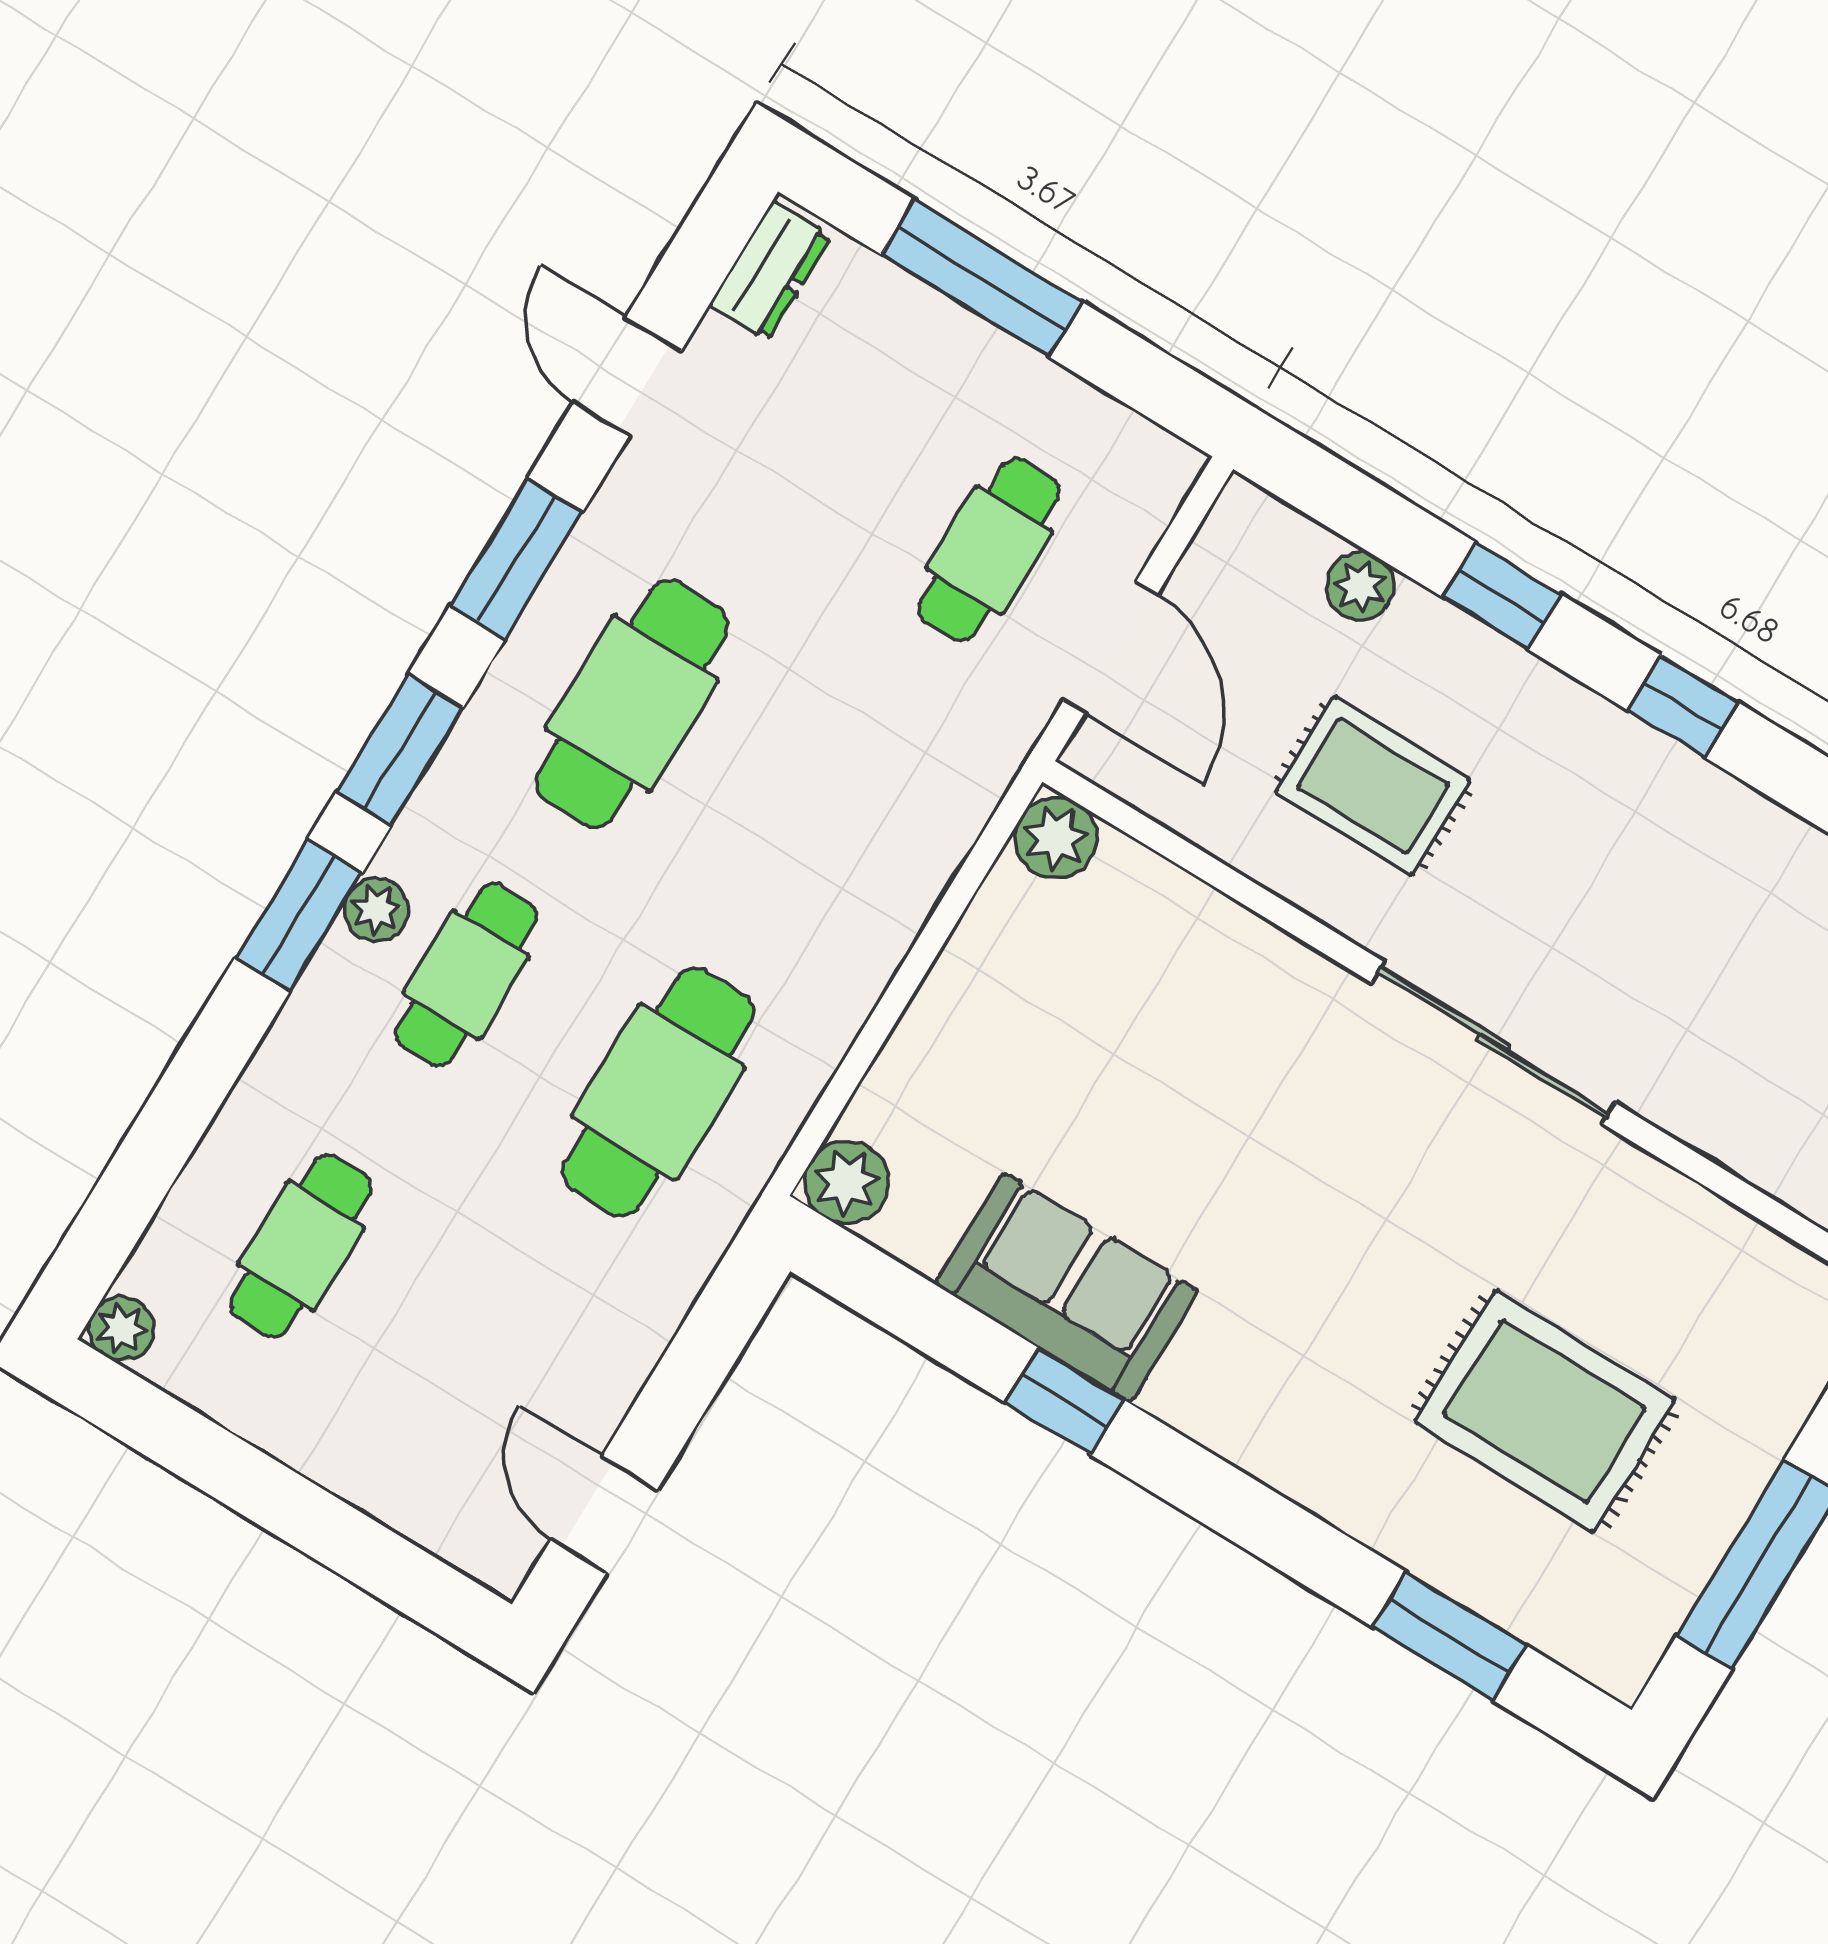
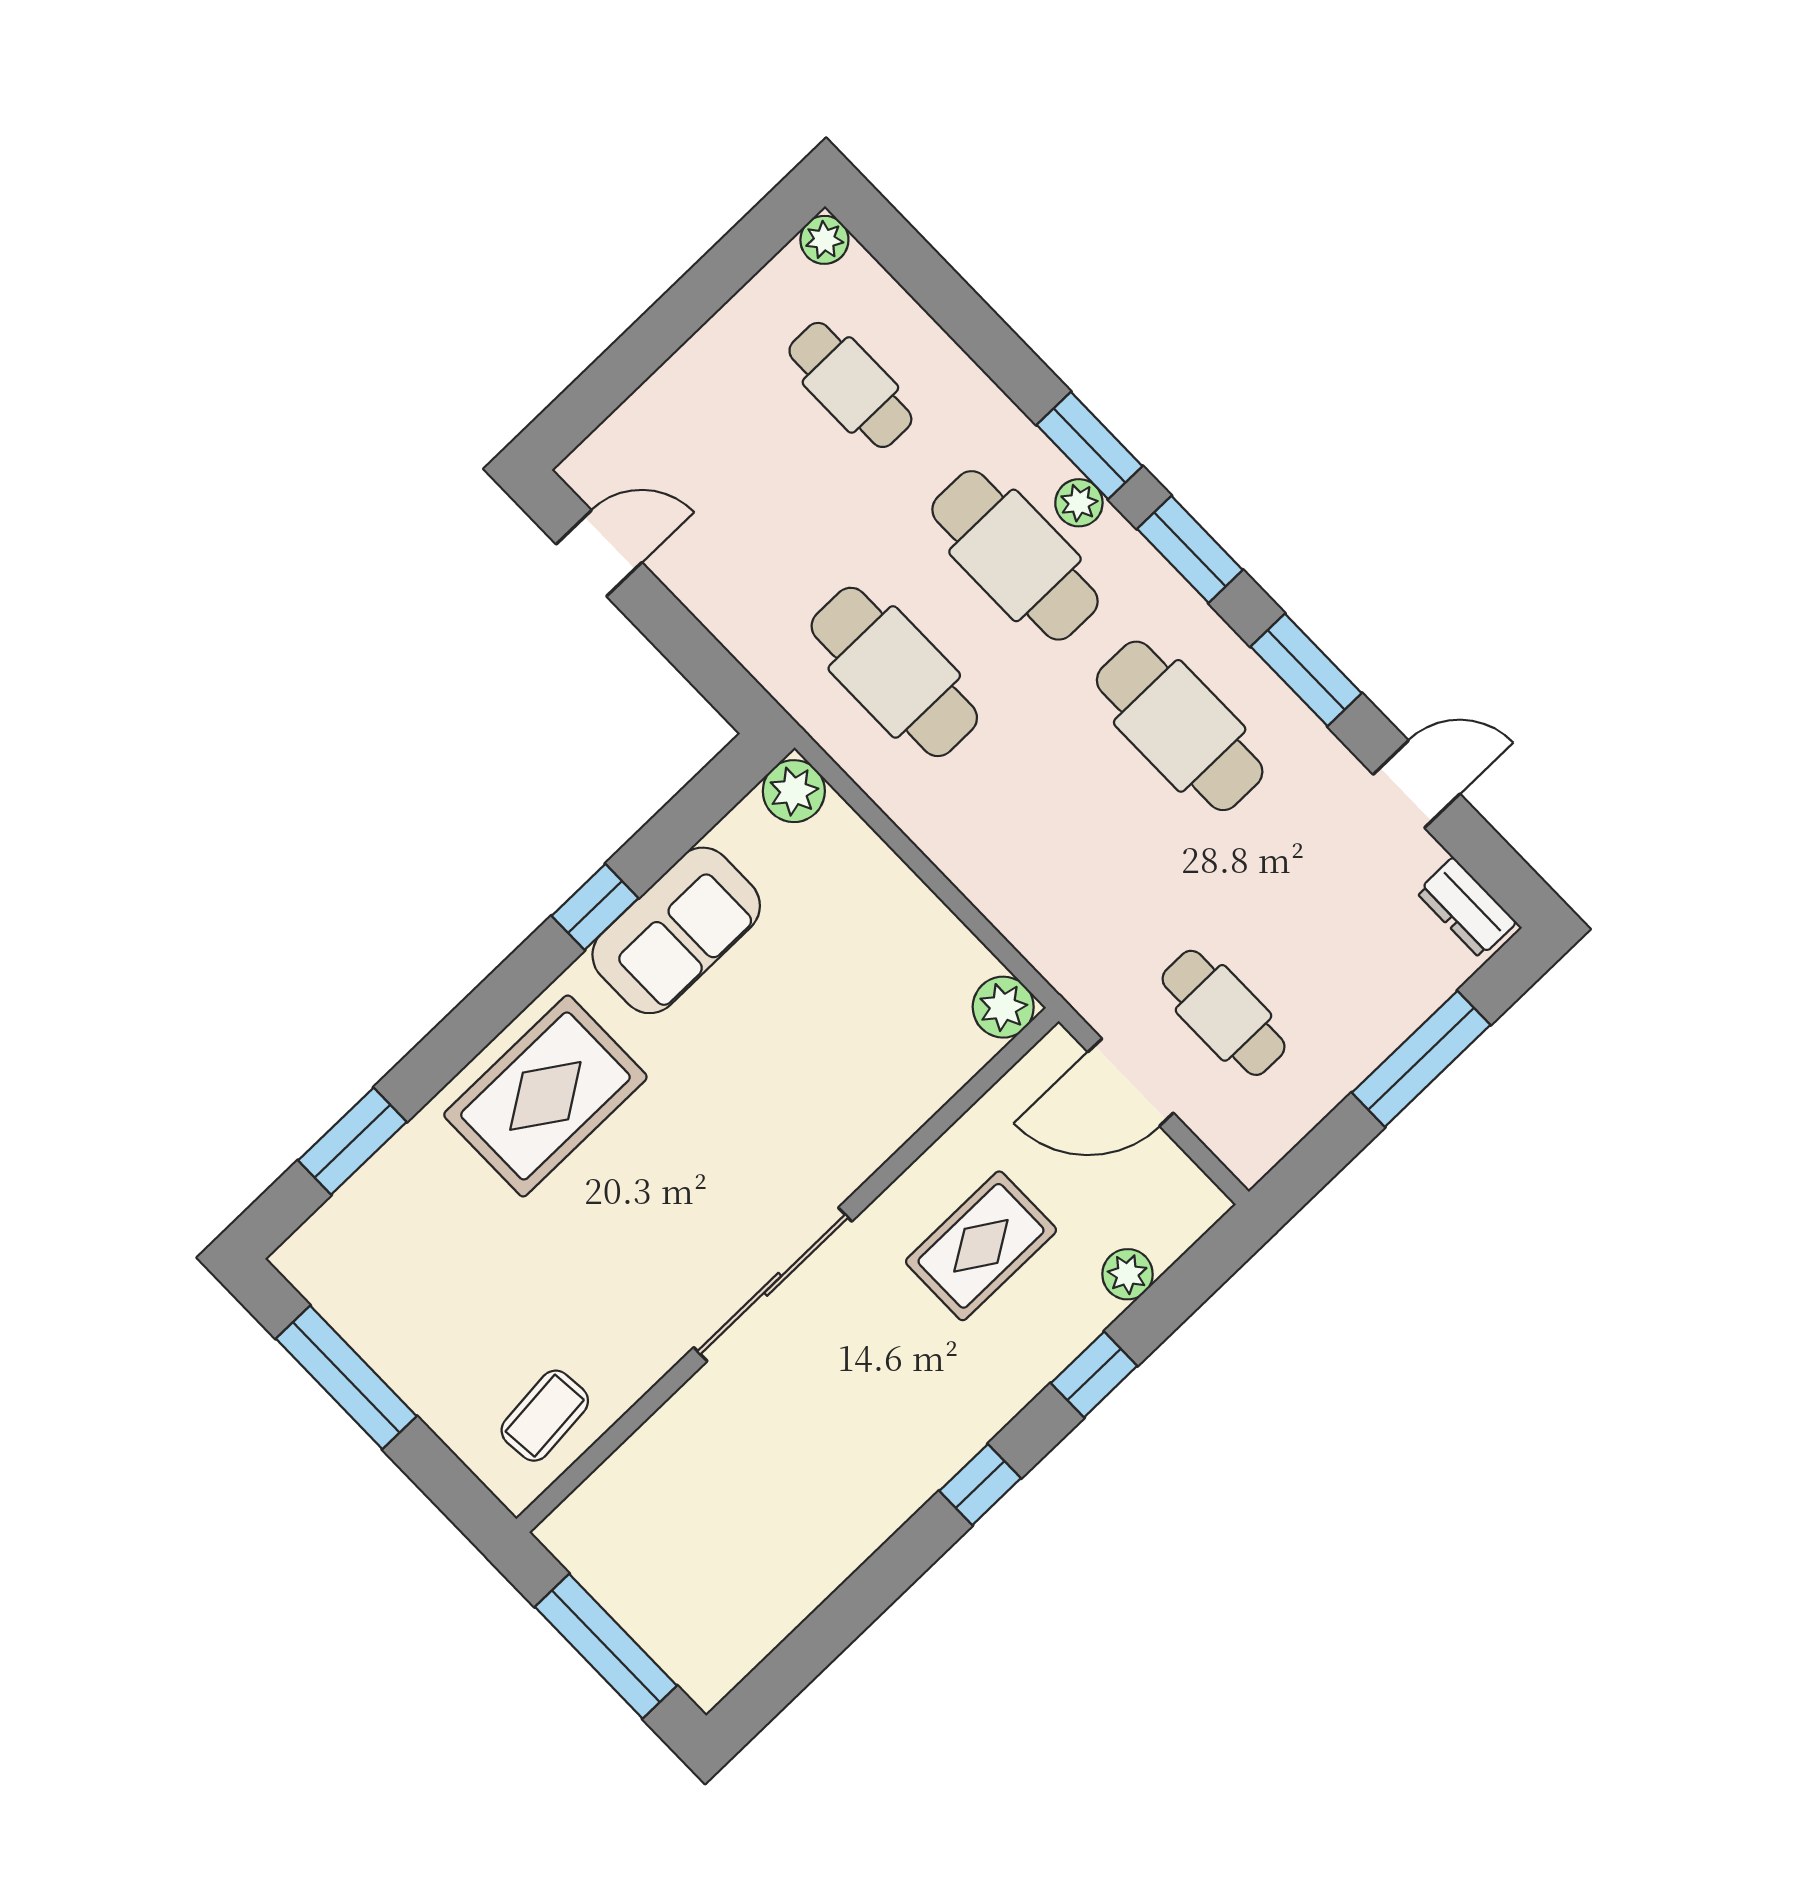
cafe table: (466, 975) -> (1015, 555), width x1.37, depth x1.35
coffee table: (1740, 1294) -> (545, 1416), added
rug: (1545, 1411) -> (545, 1096), moved

